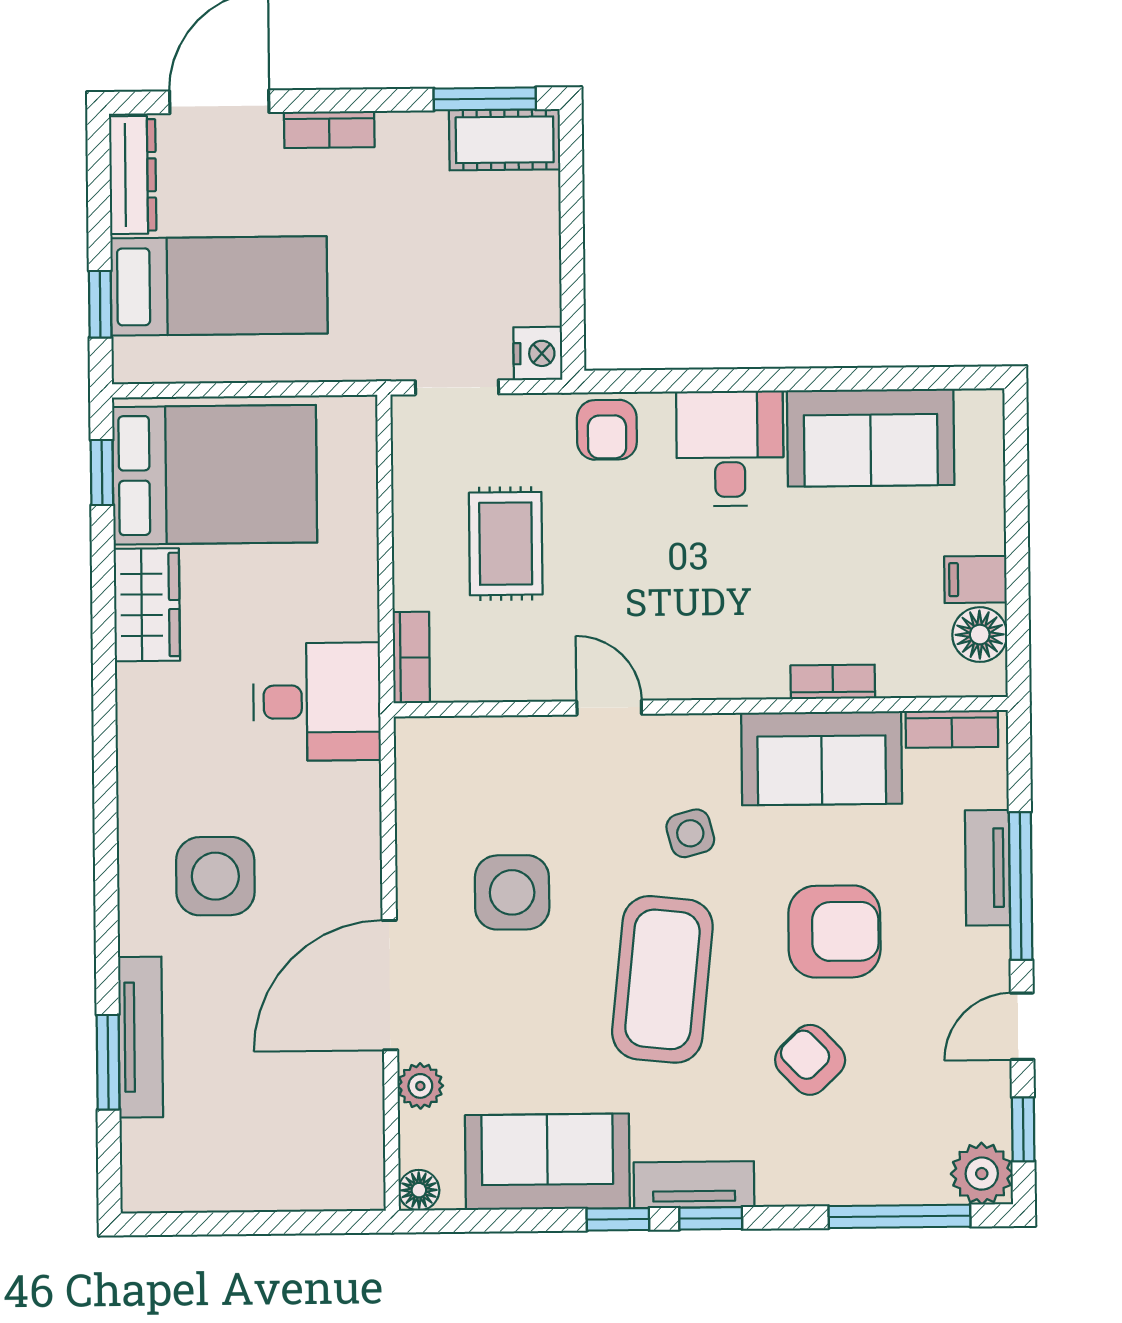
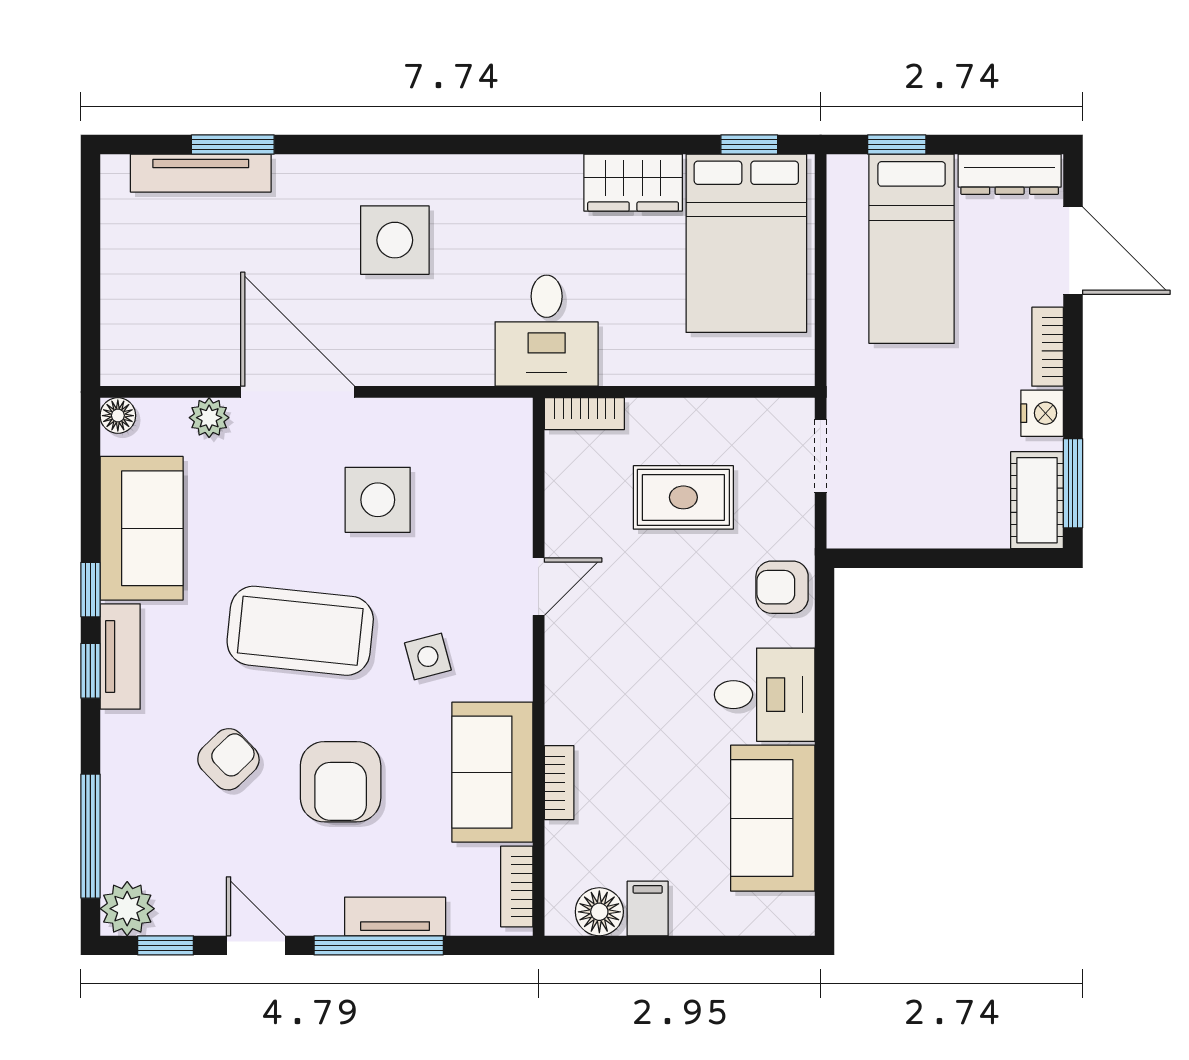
nightstand: (538, 353) -> (1042, 413), moved, turned -90
tv unit: (140, 1037) -> (201, 173), moved

